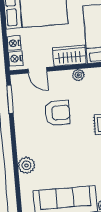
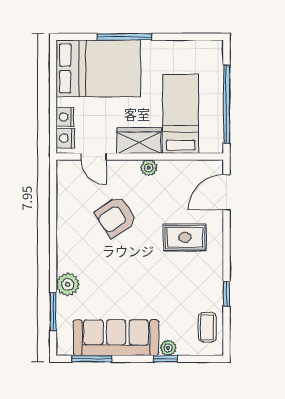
window: (10, 99) -> (53, 311), moved
armchair: (57, 113) -> (116, 217), turned 146

